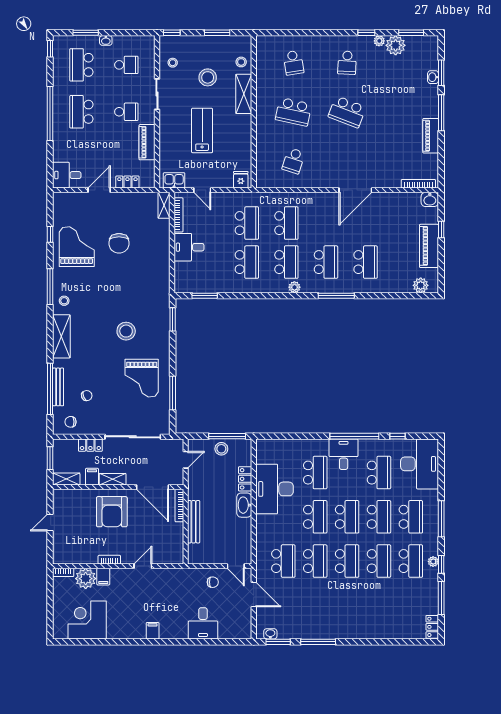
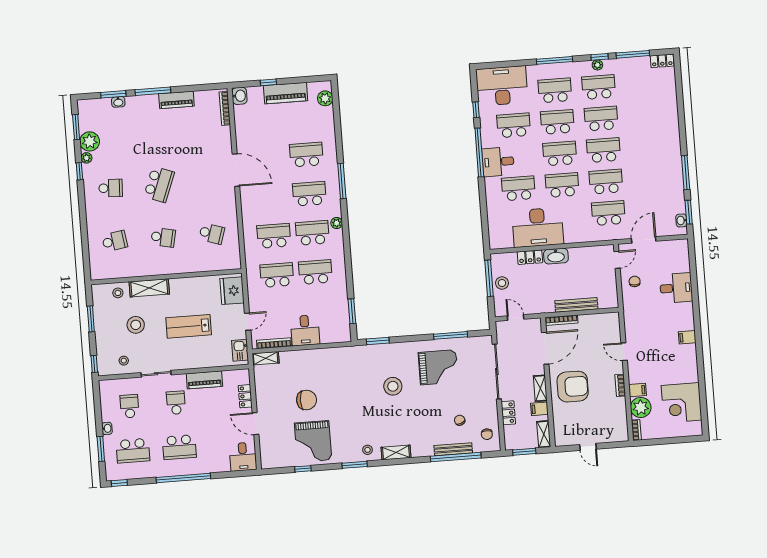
school desk: (294, 112) -> (163, 237), width x0.54
fridge: (241, 180) -> (232, 291), width x1.88, depth x1.34
grand piano: (77, 247) -> (313, 442), turned -90
window: (50, 287) -> (355, 465), width x0.69
shelving: (61, 336) -> (396, 452), width x0.67, depth x0.75

